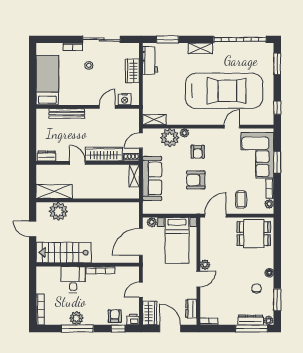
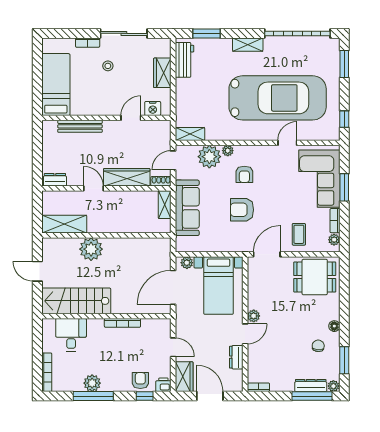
plant: (58, 211) -> (91, 249), moved
desk: (73, 280) -> (71, 335), moved
door: (141, 290) -> (173, 347), swing flipped
dresser: (191, 309) -> (236, 357), moved

